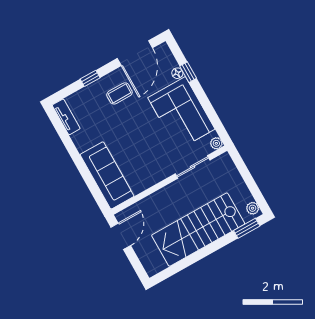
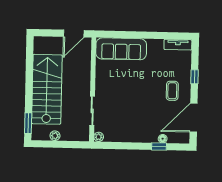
door: (135, 53) -> (194, 118), hinge flipped
corner sofa: (181, 113) -> (133, 125), removed
plant: (253, 208) -> (55, 136), moved
door: (121, 236) -> (74, 33), hinge flipped

